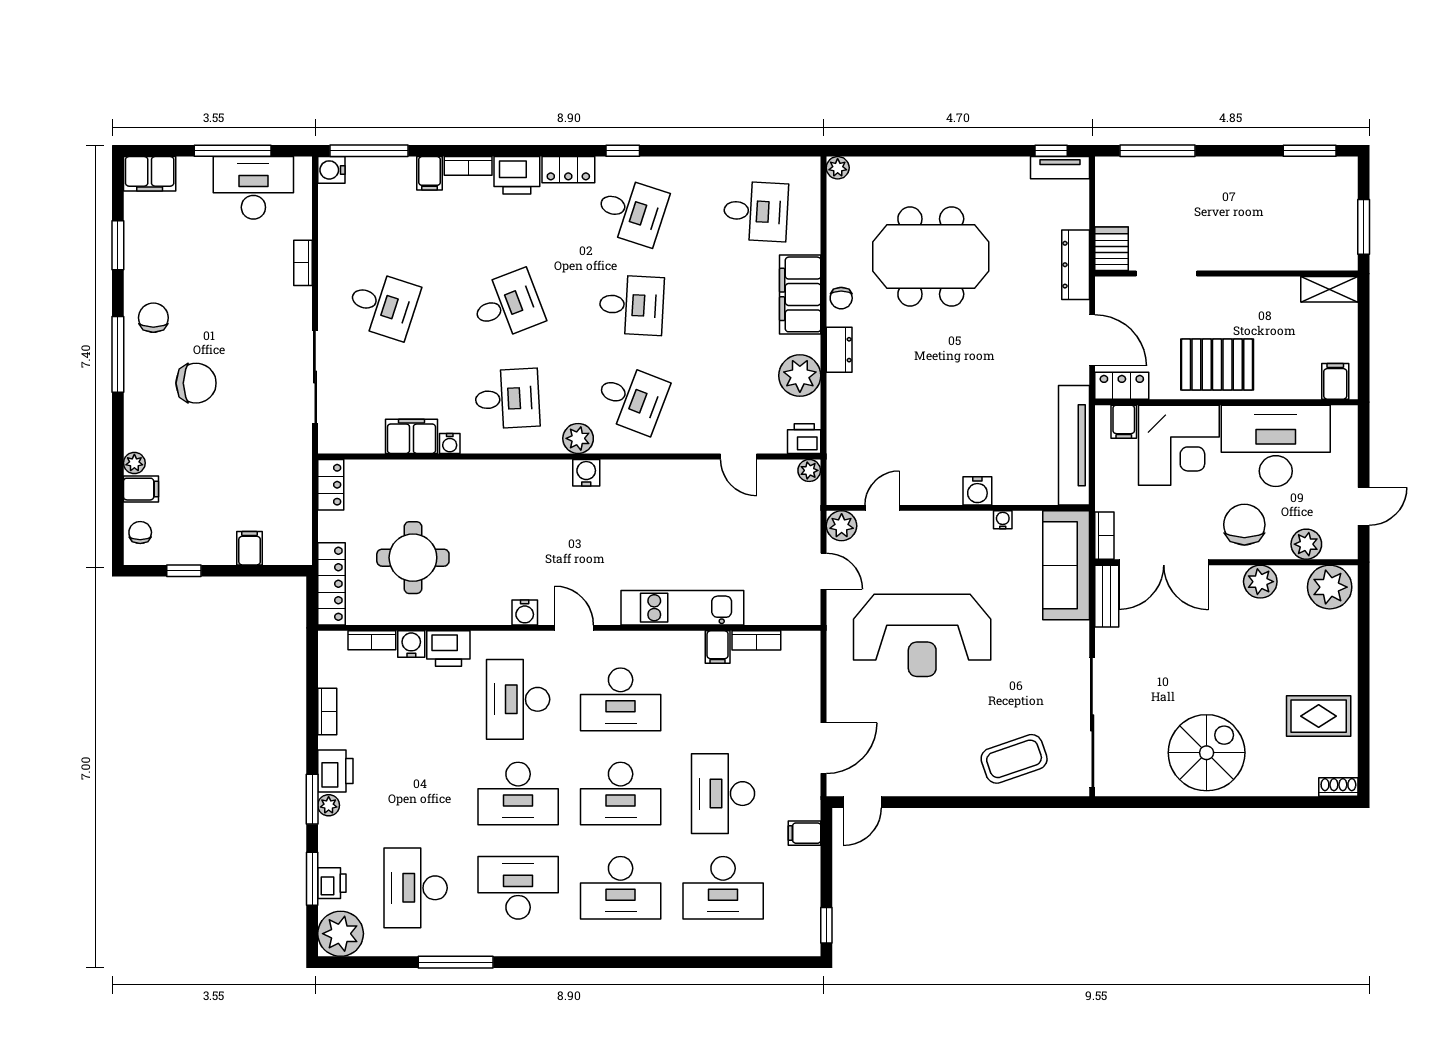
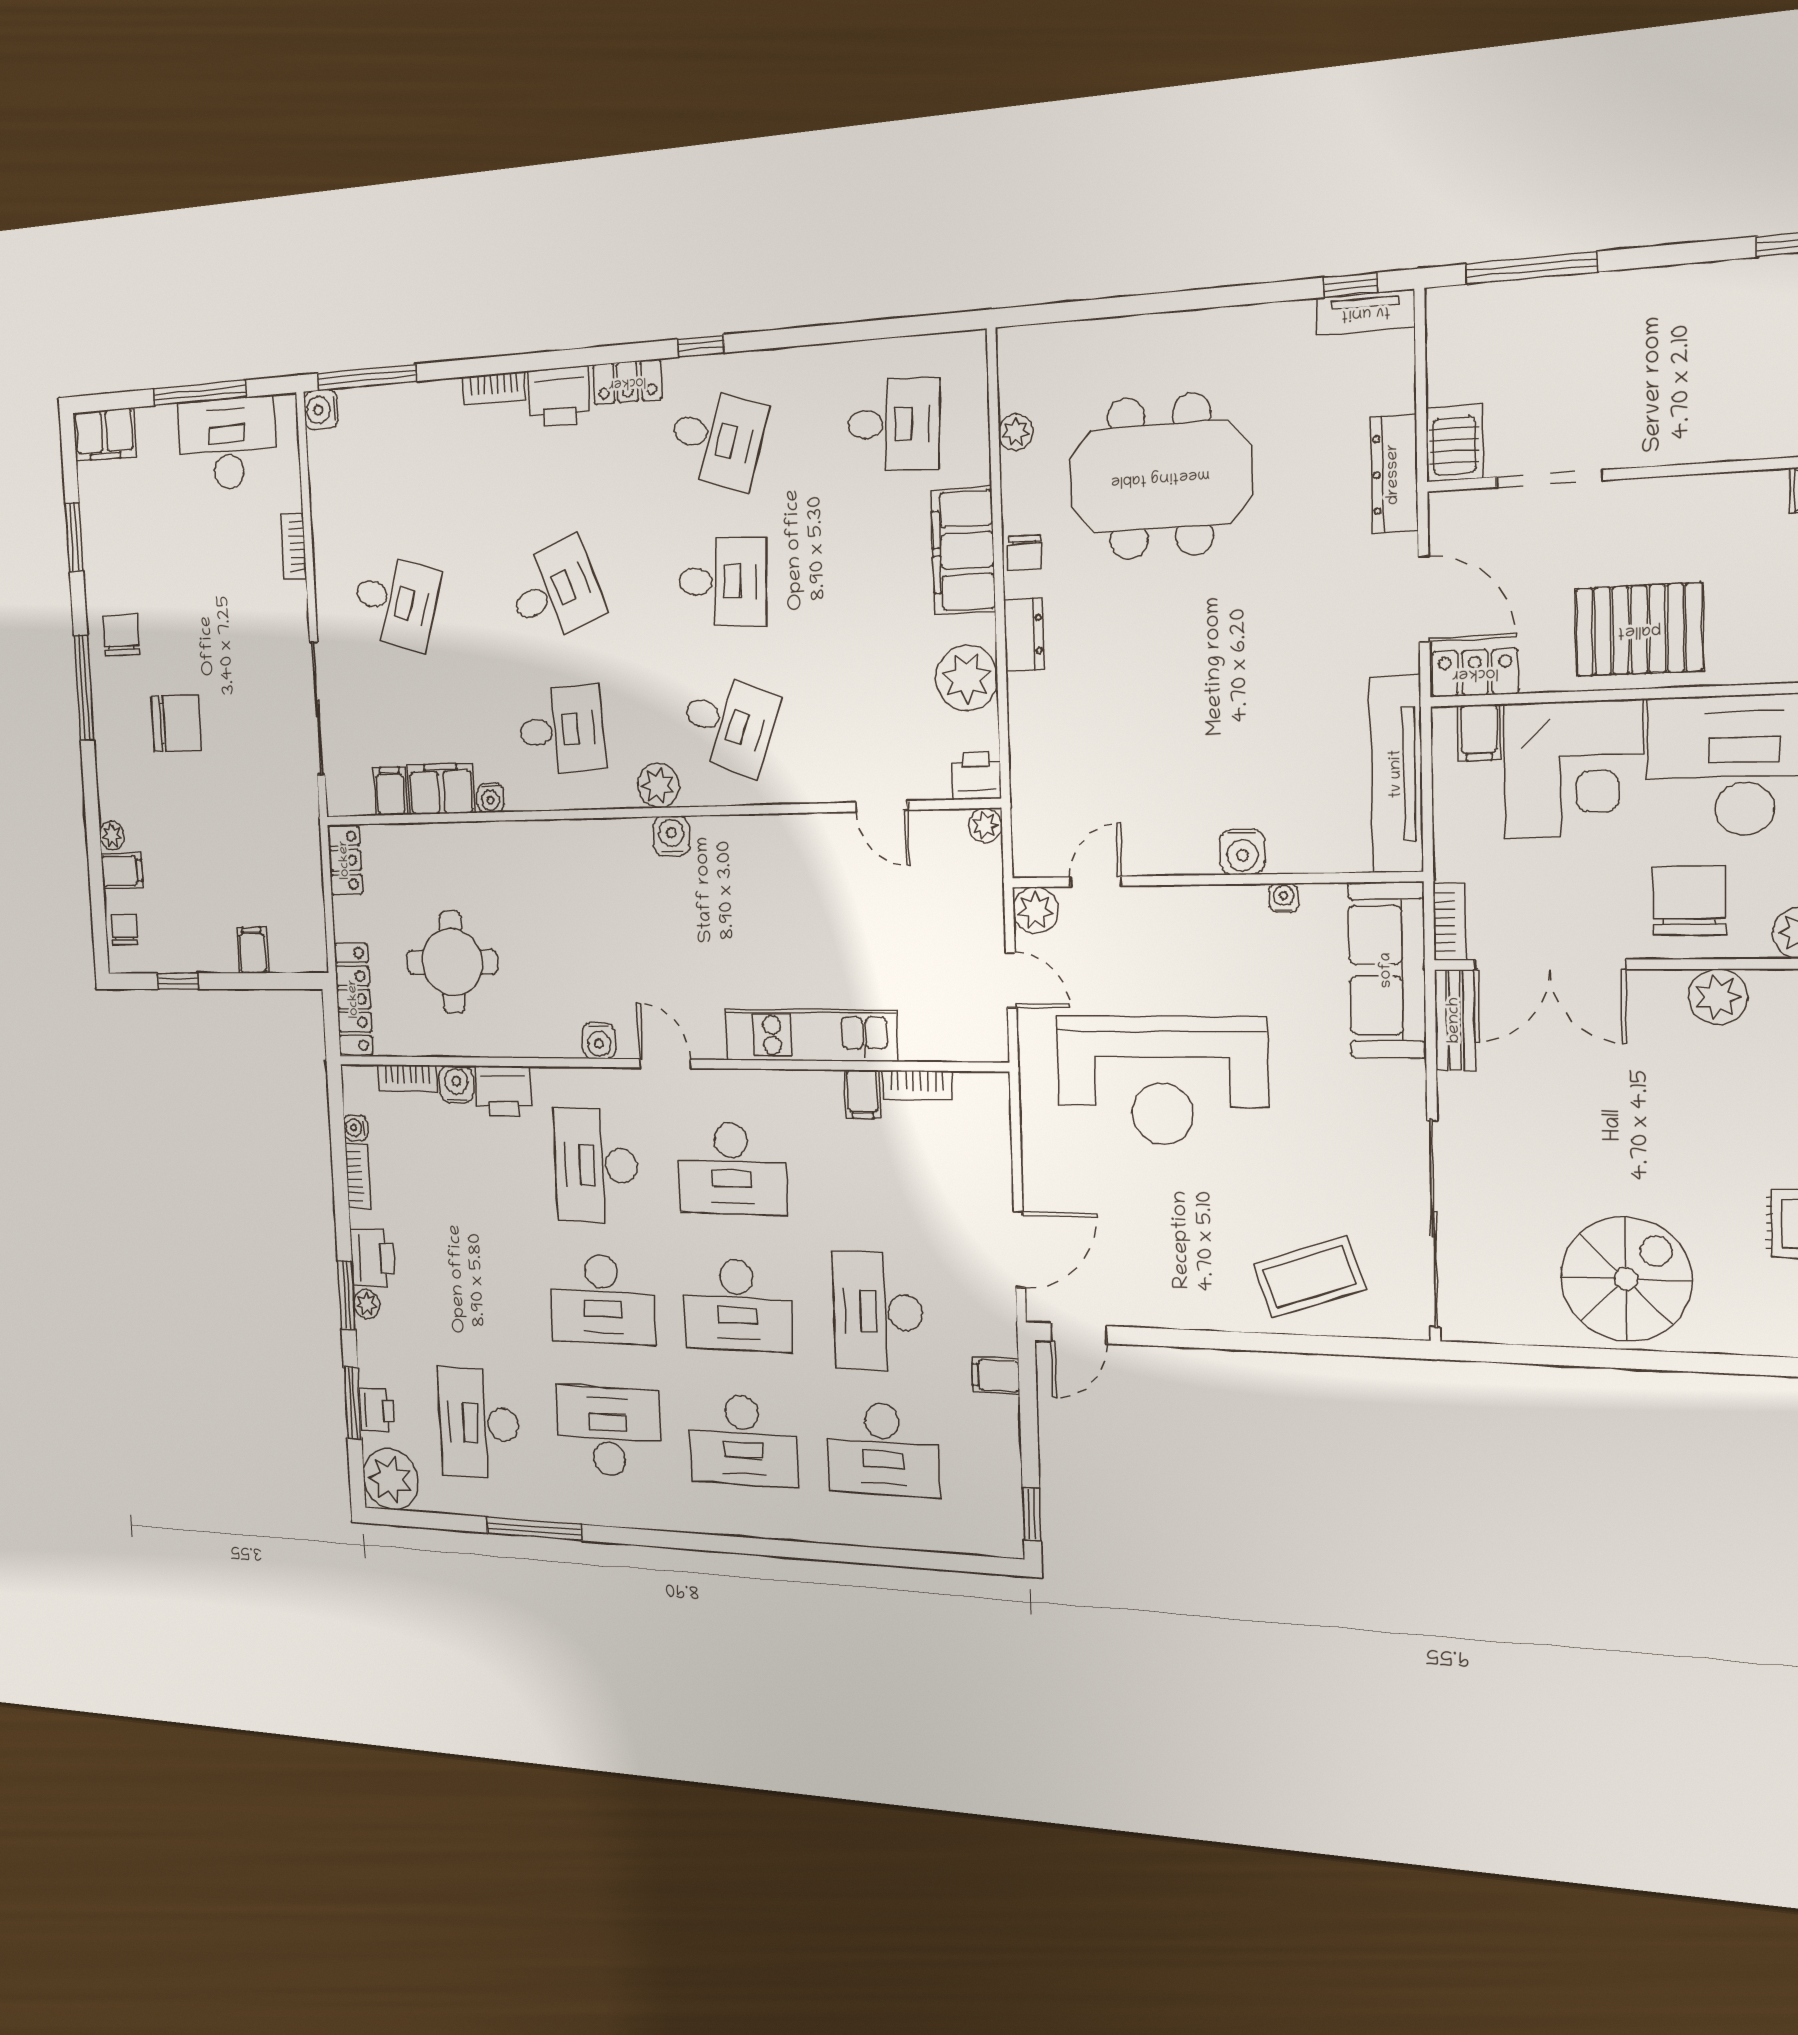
plant: (838, 168) -> (1016, 432), moved
filing cabinet: (430, 173) -> (390, 791), moved, turned 180
water cooler: (327, 676) -> (355, 1128), added

